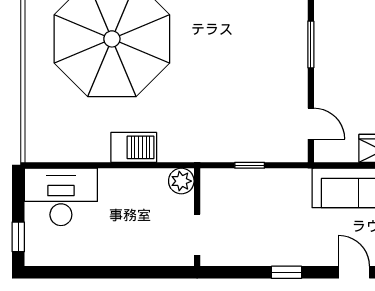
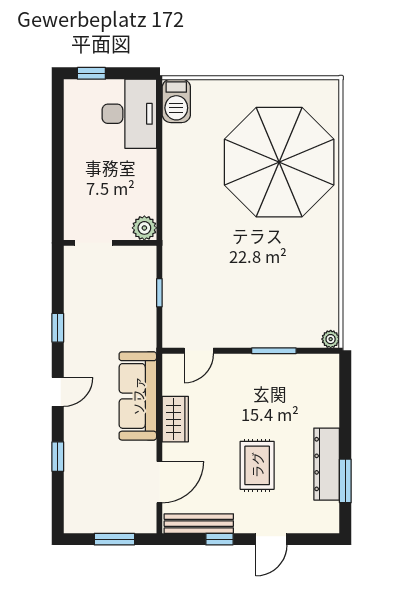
barbecue: (134, 147) -> (176, 101), moved

